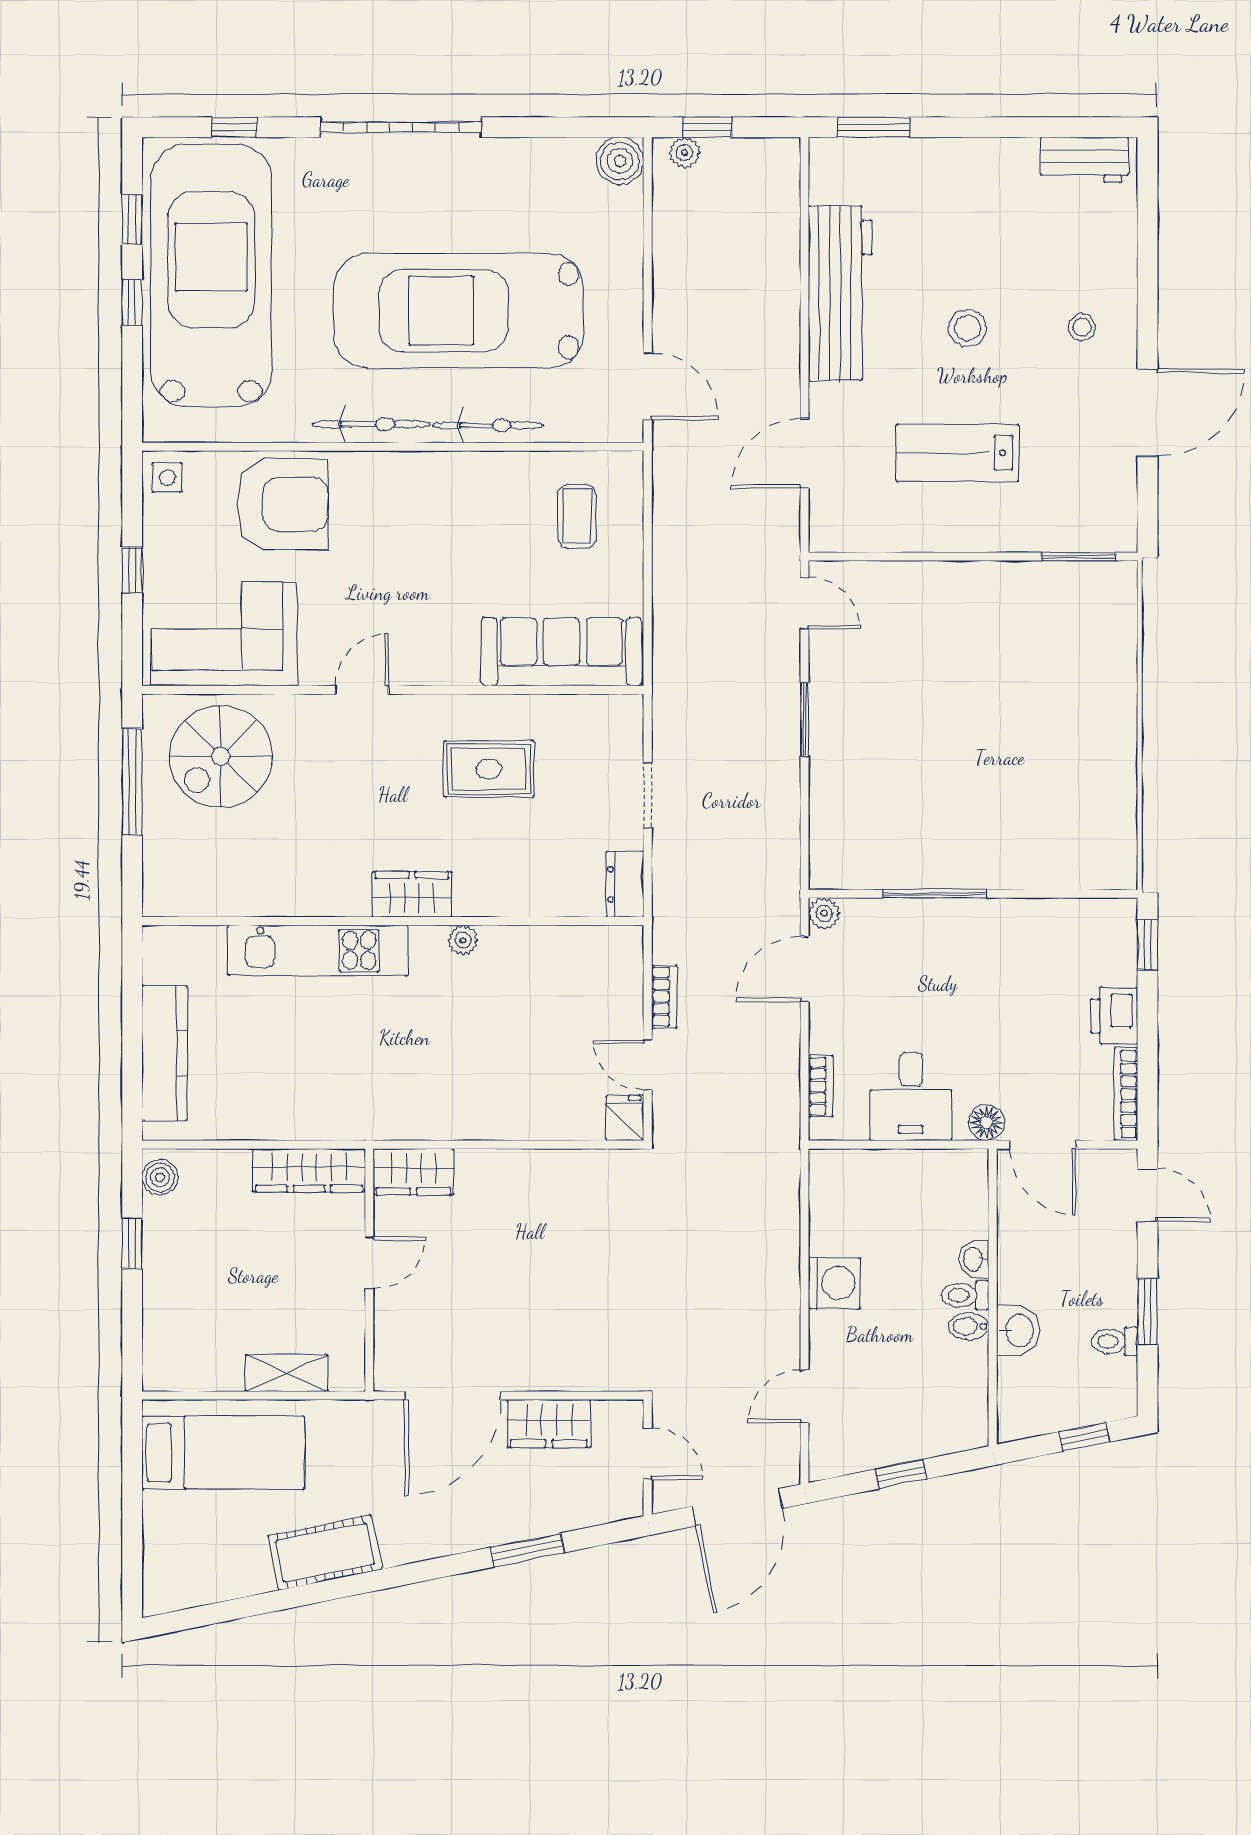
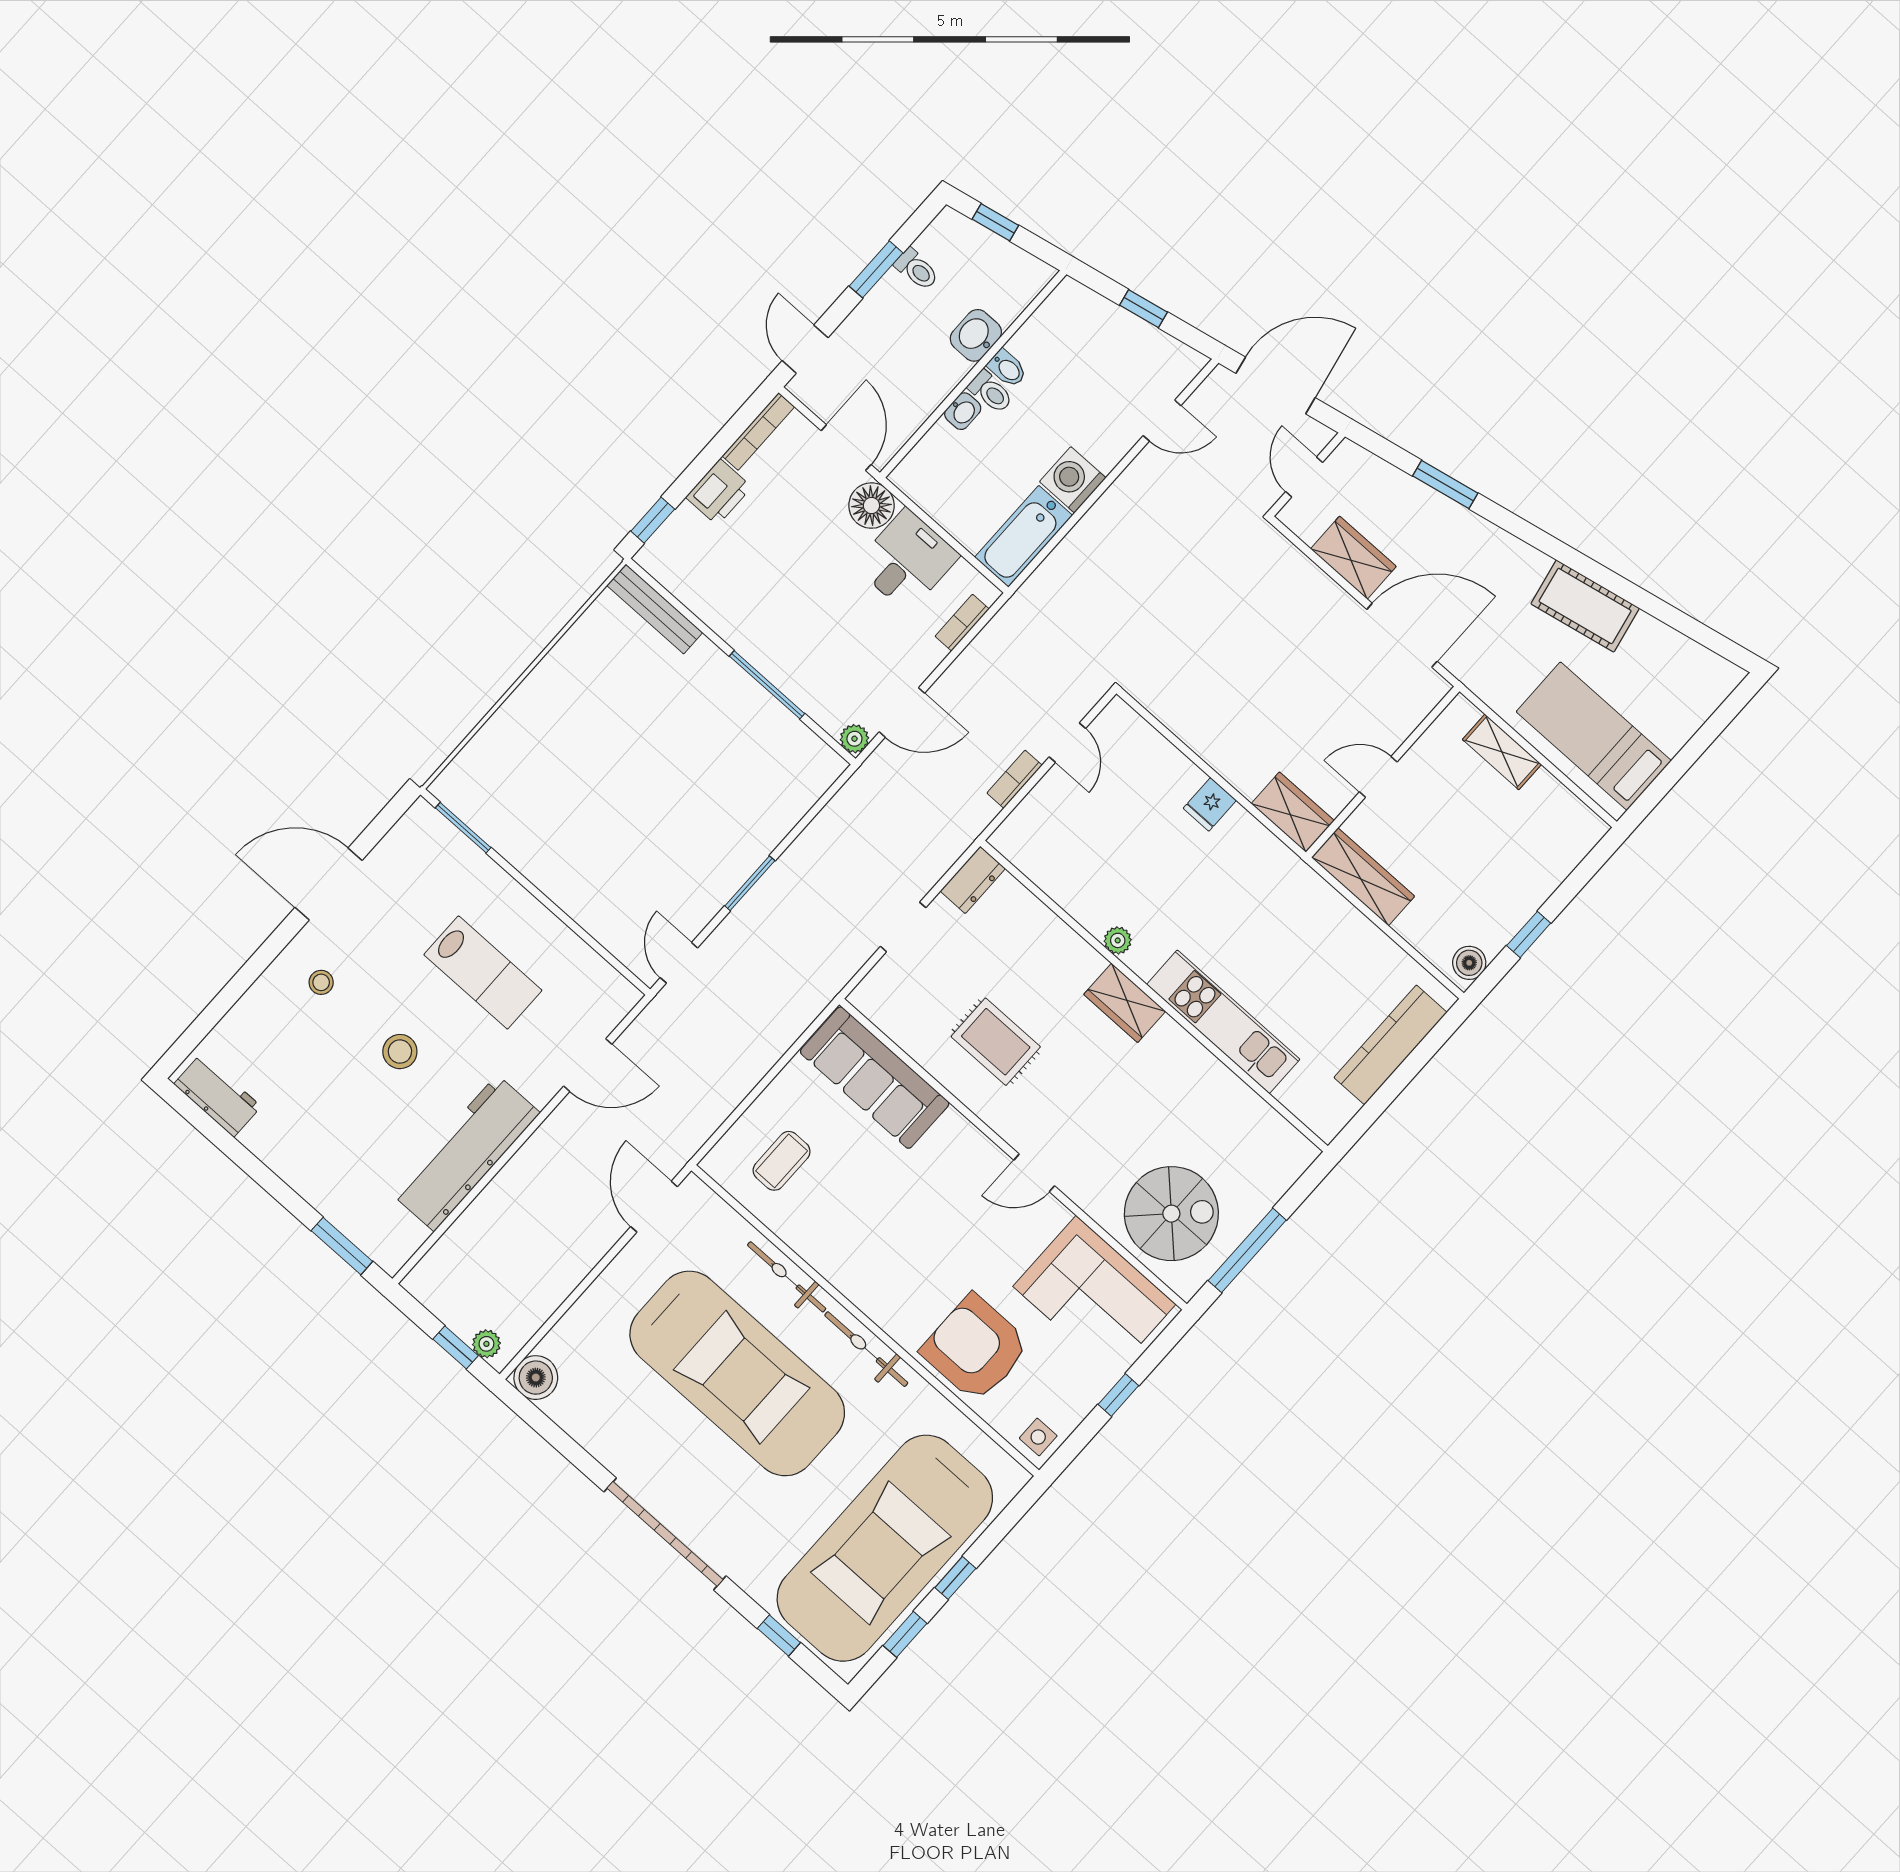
bench: (1081, 874) -> (655, 609), added
fridge: (625, 1118) -> (1210, 804), moved
floor lamp: (986, 1123) -> (871, 506), width x1.38, depth x1.38
bathtub: (833, 1201) -> (1024, 536), added

